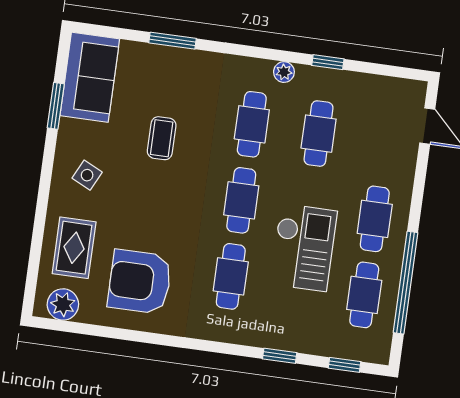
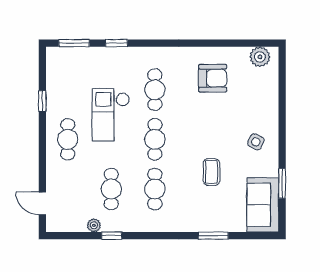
plant: (284, 72) -> (94, 225), moved
rug: (74, 248) -> (258, 94), removed
armchair: (140, 282) -> (213, 78), width x0.73, depth x0.73
window: (406, 283) -> (42, 101), width x0.32
cafe table: (364, 295) -> (68, 90), removed
window: (345, 365) -> (74, 43), width x1.50

